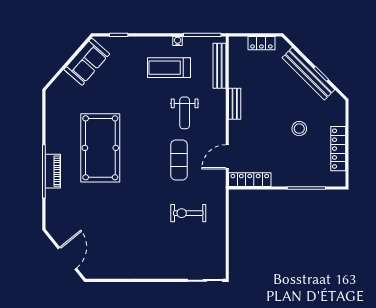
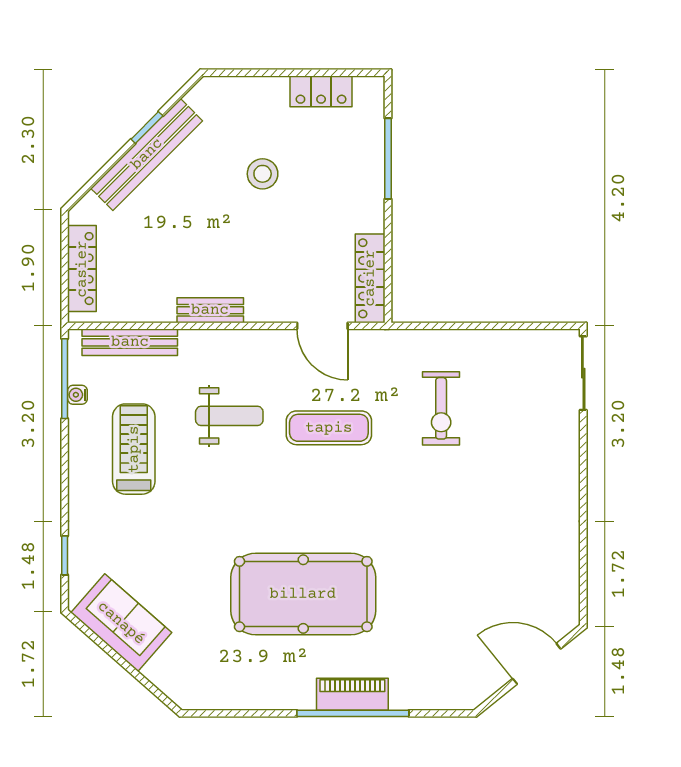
water cooler: (178, 41) -> (77, 395), moved
locker: (261, 43) -> (82, 269), width x1.53
treadmill: (169, 68) -> (134, 449), turned 180
locker: (338, 149) -> (321, 91), width x0.66

